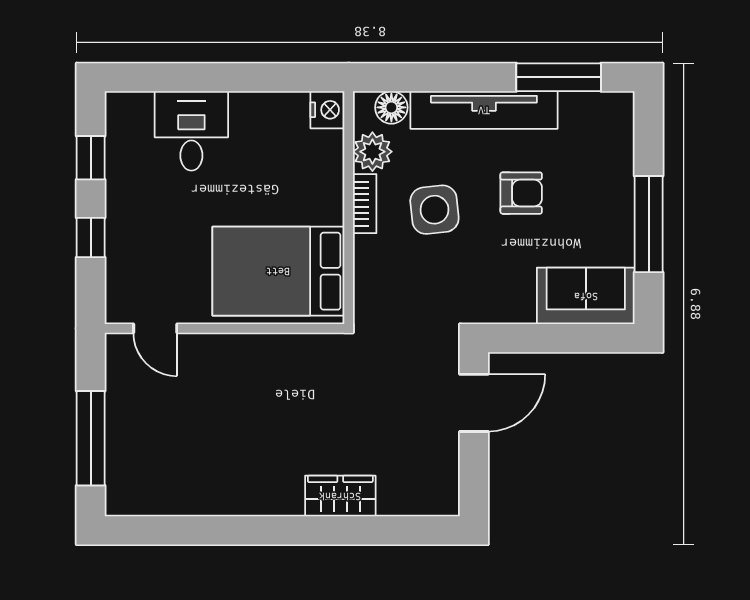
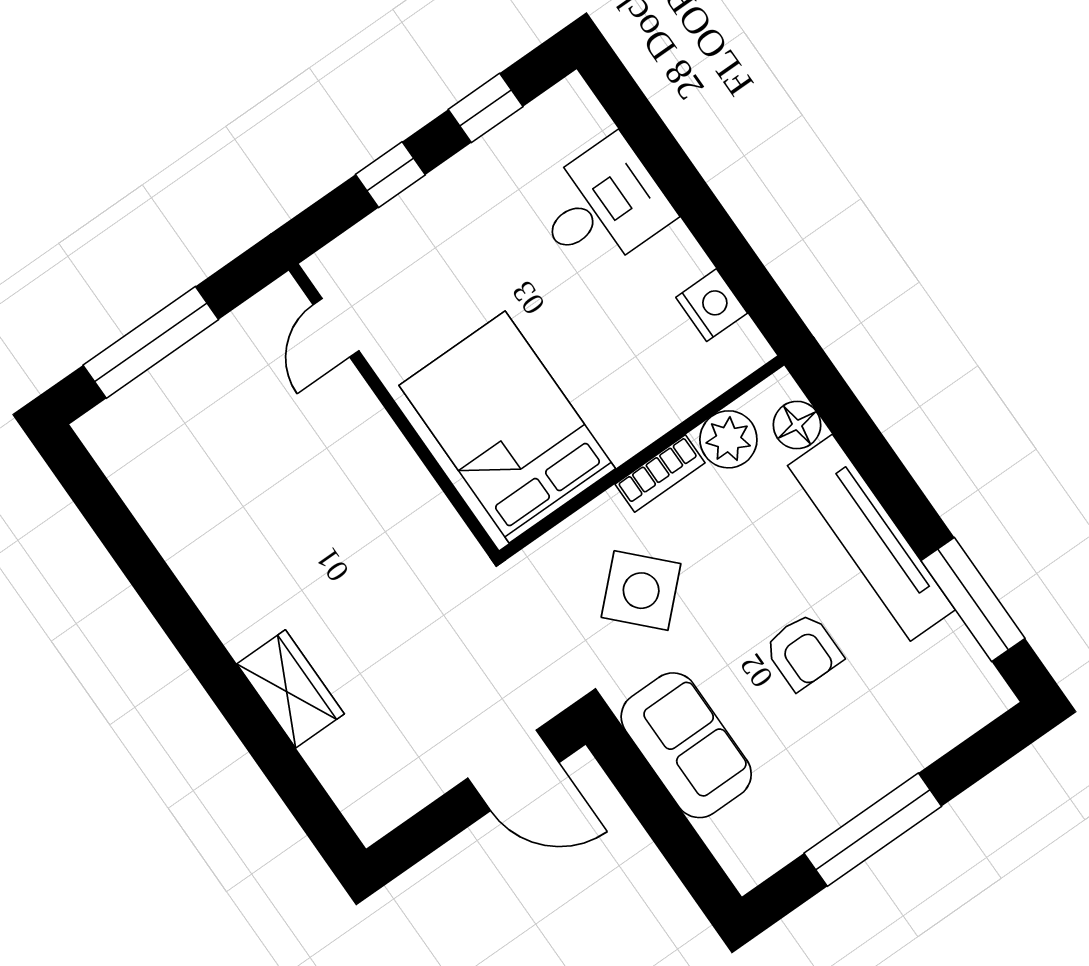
nightstand: (327, 110) -> (712, 305), moved, turned -90
side table: (434, 210) -> (641, 591), moved, turned -38
sofa: (586, 296) -> (686, 745), moved

